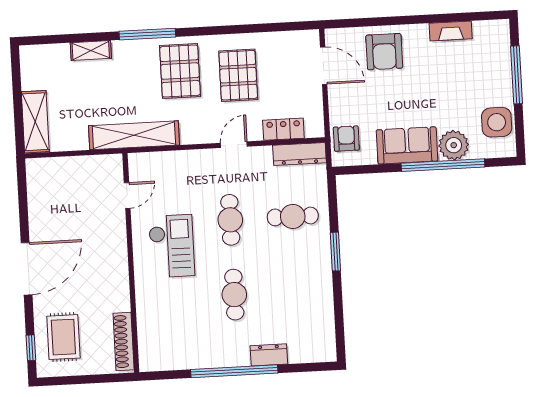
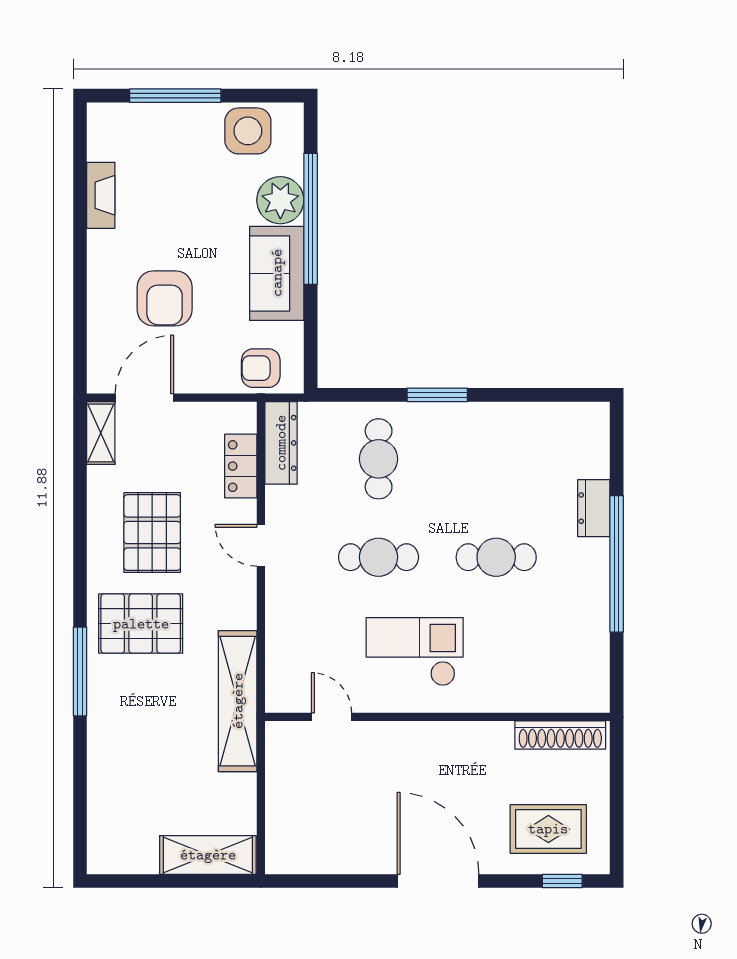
shelving: (91, 50) -> (101, 433), moved
armchair: (384, 52) -> (165, 298), moved, turned 90
pallet: (238, 75) -> (152, 533), turned 90

